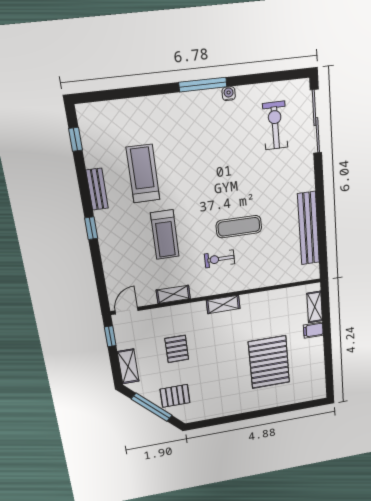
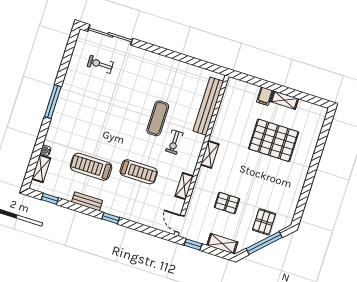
water cooler: (229, 94) -> (46, 150), moved
shelving: (109, 109) -> (41, 169), added
exercise bike: (275, 126) -> (100, 64), width x0.73, depth x0.72
bench: (309, 228) -> (208, 106), moved, turned 90
shelving: (315, 307) -> (285, 100), moved

